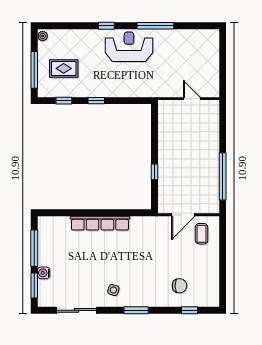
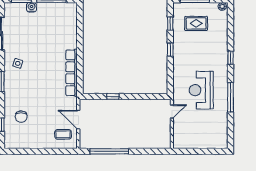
reception desk: (129, 47) -> (201, 90), moved, turned 180
rug: (64, 68) -> (196, 23), turned 90
door: (192, 99) -> (172, 111), moved
row of seats: (100, 223) -> (72, 73), moved

